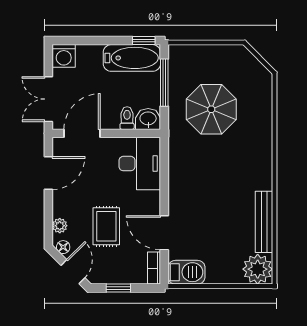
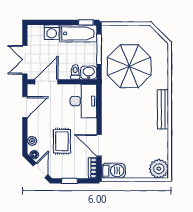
washing machine: (64, 56) -> (52, 32), moved
parasol: (211, 109) -> (129, 66), width x1.36, depth x1.36
bench: (264, 222) -> (163, 109), moved

